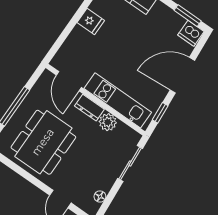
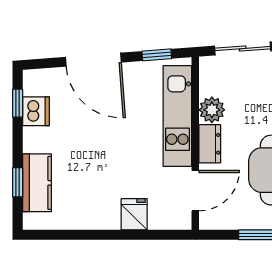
window: (188, 16) -> (18, 103), width x0.67
fridge: (91, 21) -> (134, 214), moved
dishwasher: (191, 33) -> (36, 111), moved

